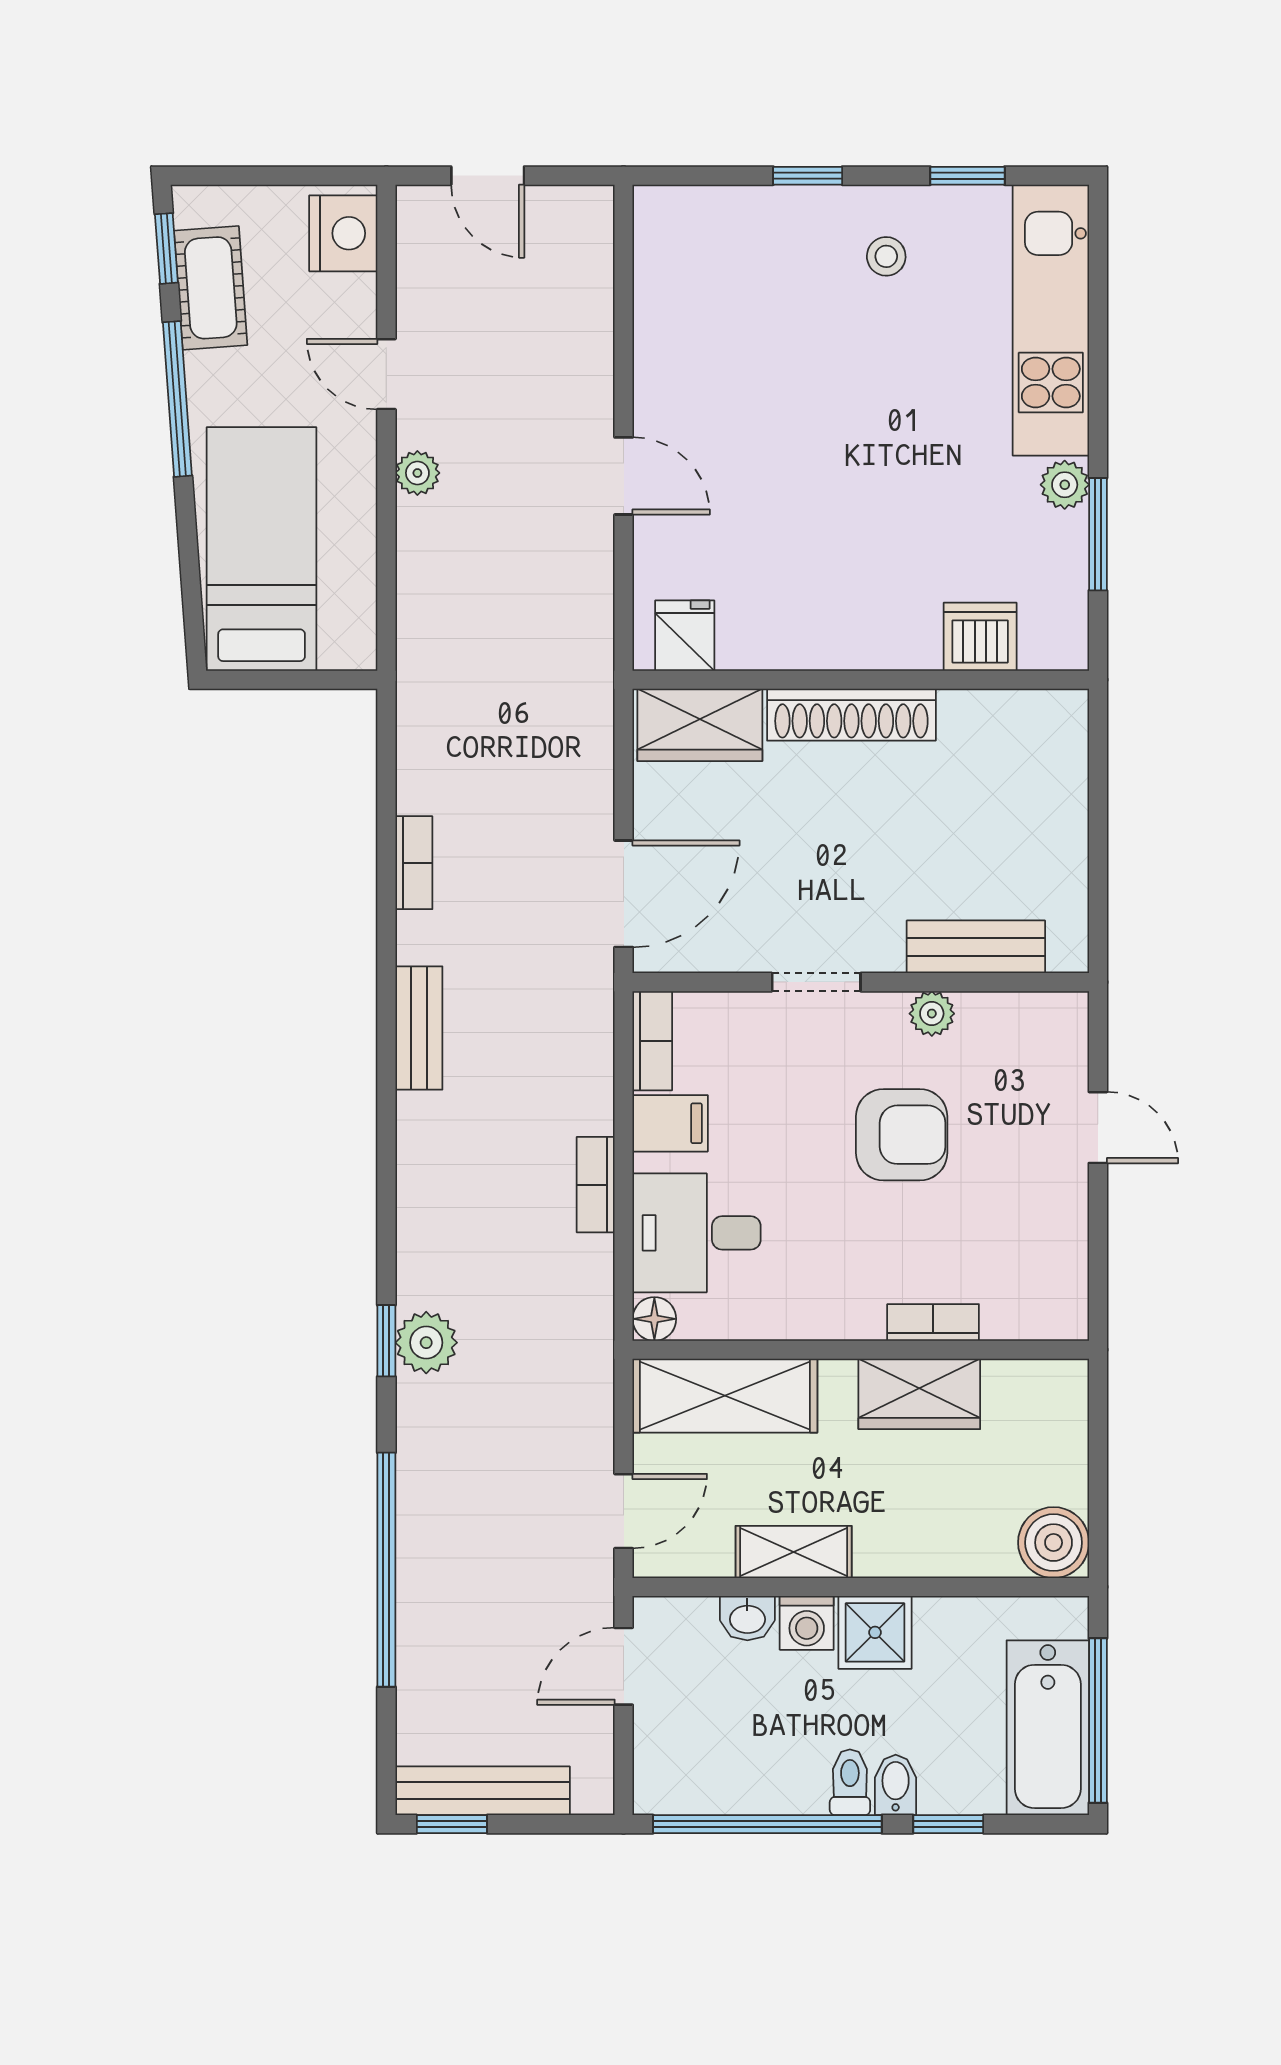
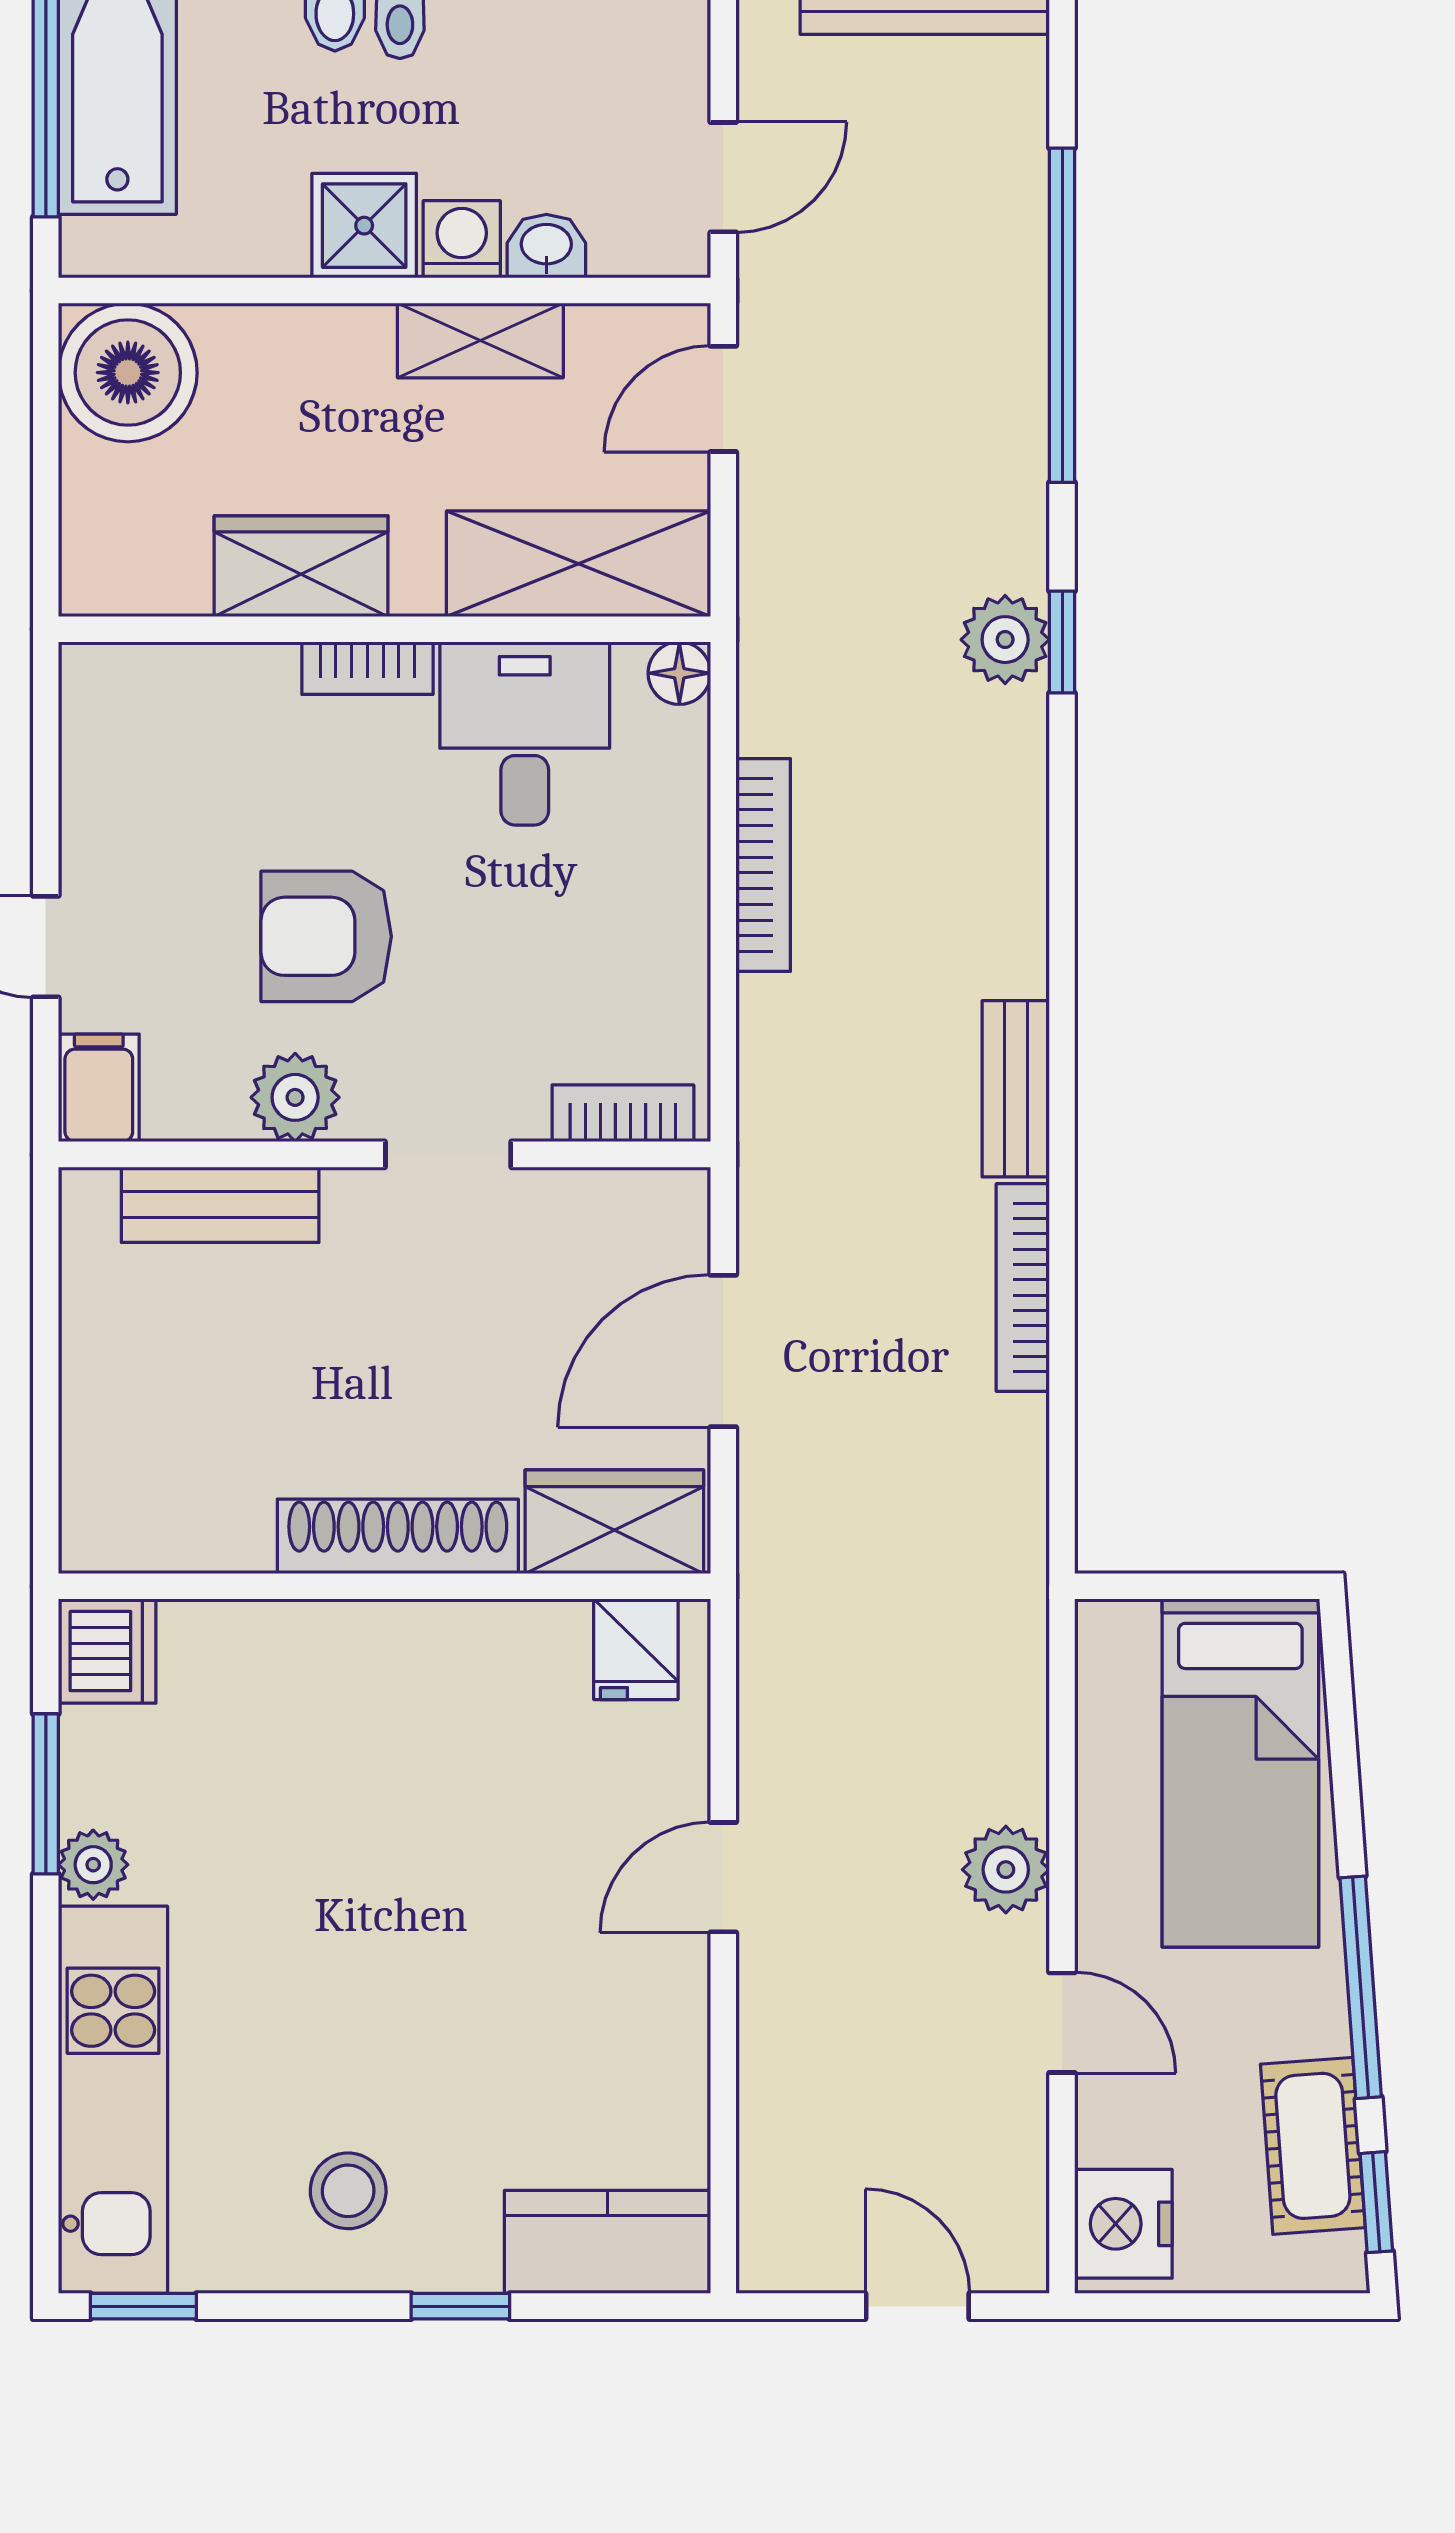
window: (967, 176) -> (143, 2306), moved
kitchen counter: (705, 221) -> (607, 2242), added
stool: (886, 256) -> (348, 2191), width x1.37, depth x1.37
plant: (417, 473) -> (1006, 1870), width x1.38, depth x1.38
door: (624, 476) -> (723, 1877), hinge flipped
dishwasher: (980, 637) -> (107, 1651), moved, turned -90
bookcase: (414, 863) -> (1023, 1288), width x1.56
door: (624, 894) -> (723, 1351), moved
plant: (932, 1014) -> (295, 1097), width x1.38, depth x1.38
bookcase: (652, 1041) -> (623, 1113), moved, turned 90
filing cabinet: (670, 1123) -> (99, 1088), moved, turned 90
bookcase: (596, 1185) -> (763, 865), width x1.56
desk: (697, 1233) -> (525, 734), moved, turned -90
bookcase: (933, 1322) -> (367, 668), moved
boiler: (1054, 1543) -> (128, 373), width x1.37, depth x1.37

